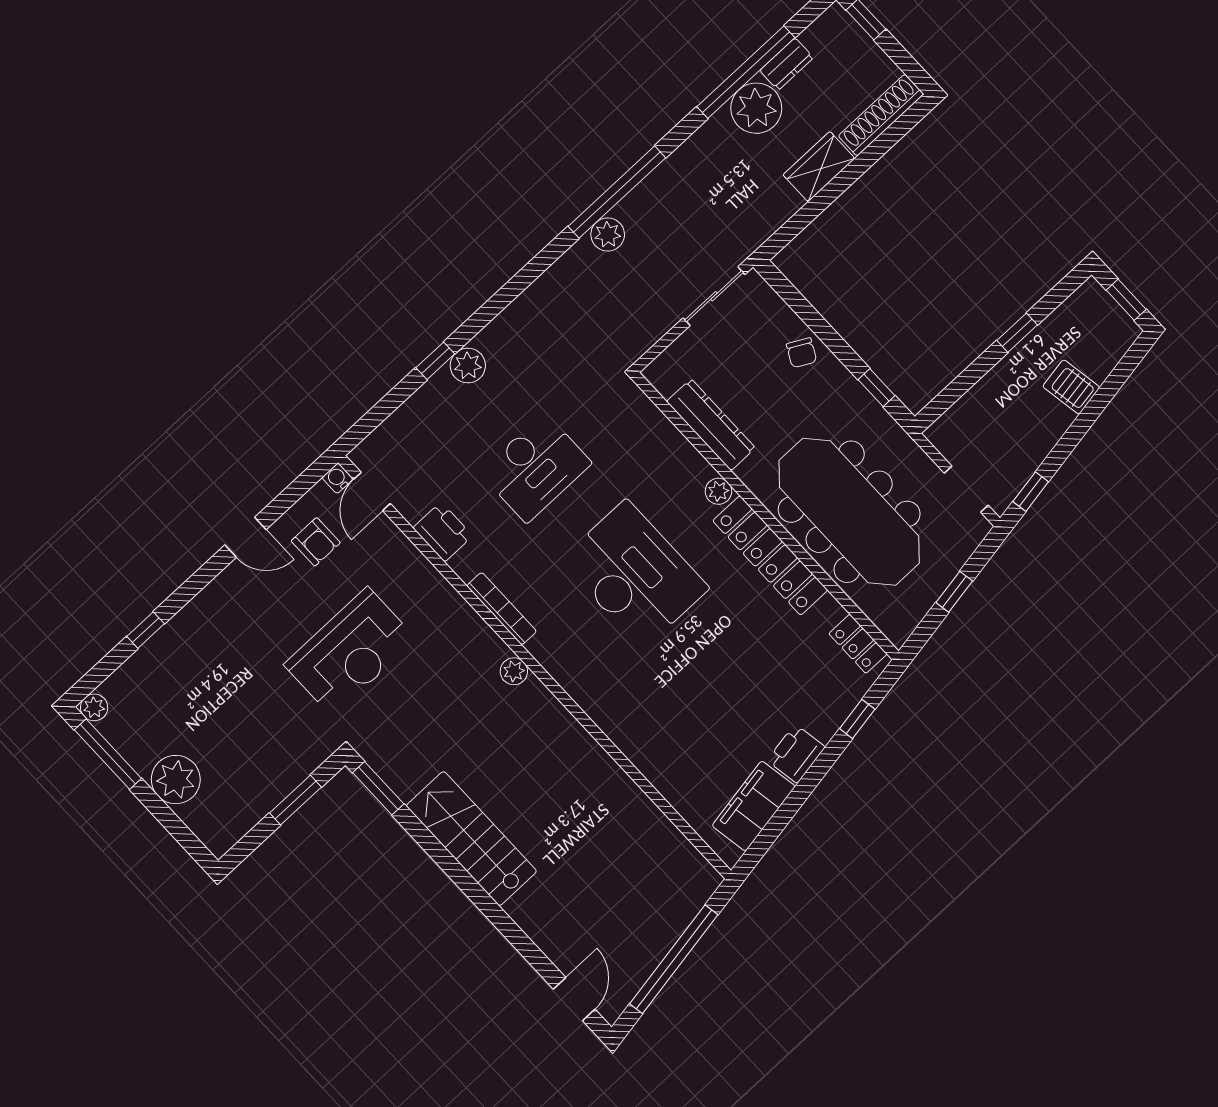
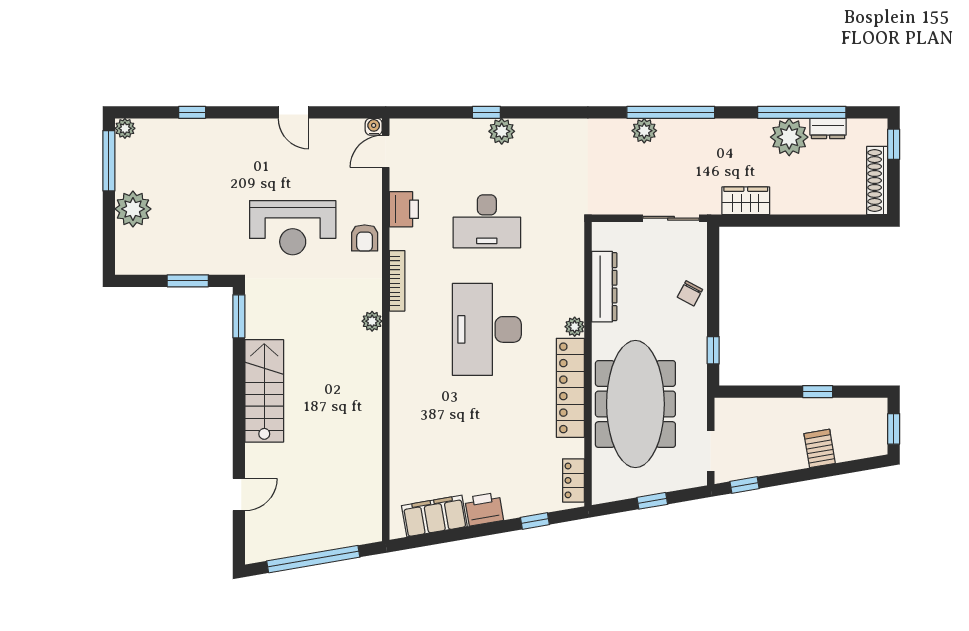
shoe rack: (881, 115) -> (877, 181), moved, turned -90
wardrobe: (819, 167) -> (746, 201), moved
armchair: (316, 542) -> (365, 238), moved
desk: (635, 574) -> (487, 329), turned 180
door: (574, 999) -> (239, 495), moved

